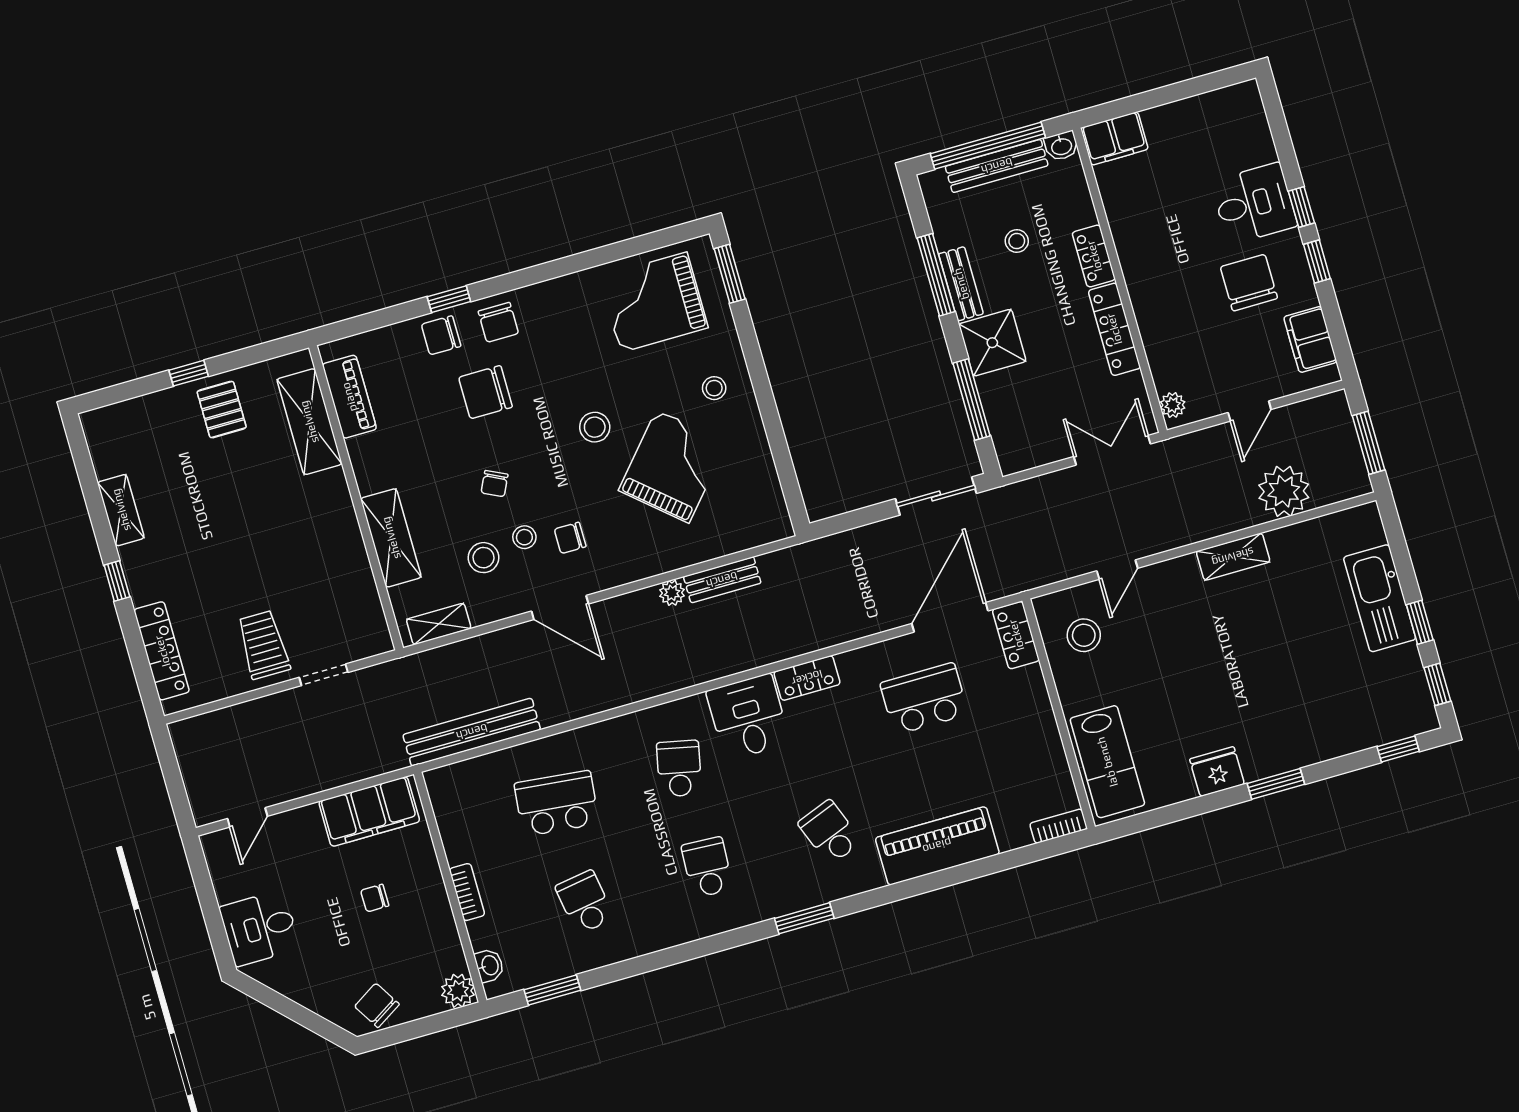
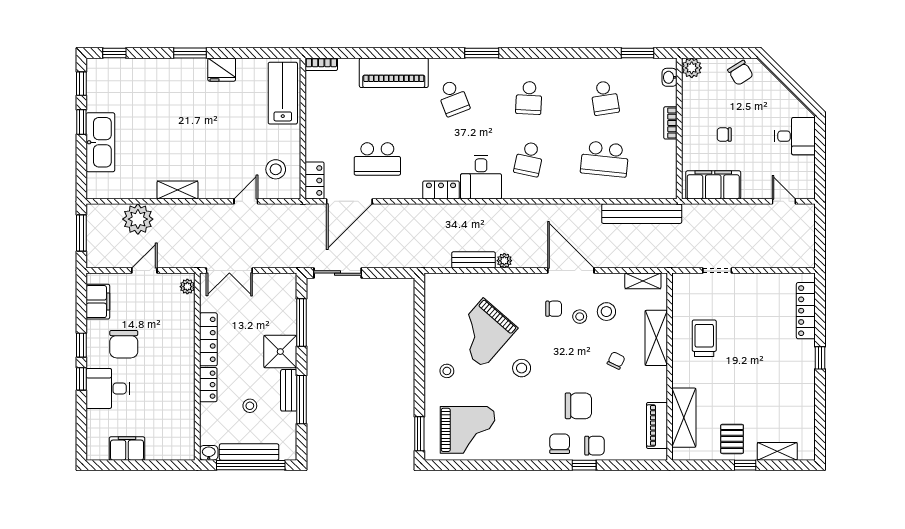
filing cabinet: (1114, 139) -> (127, 448), moved
chair: (495, 484) -> (616, 360), moved
shelving: (121, 510) -> (777, 451), moved, turned 90
door: (560, 607) -> (571, 271), width x1.36
trolley: (263, 645) -> (704, 338), moved, turned 180
door: (247, 817) -> (784, 201), hinge flipped
chair: (375, 898) -> (724, 135), turned 180

